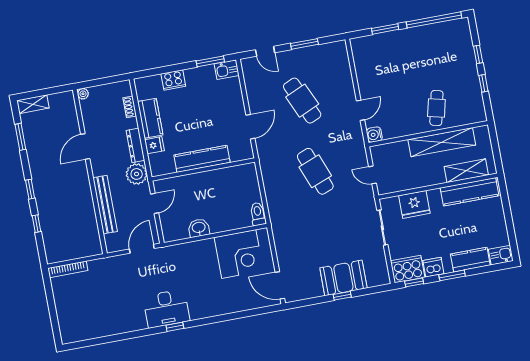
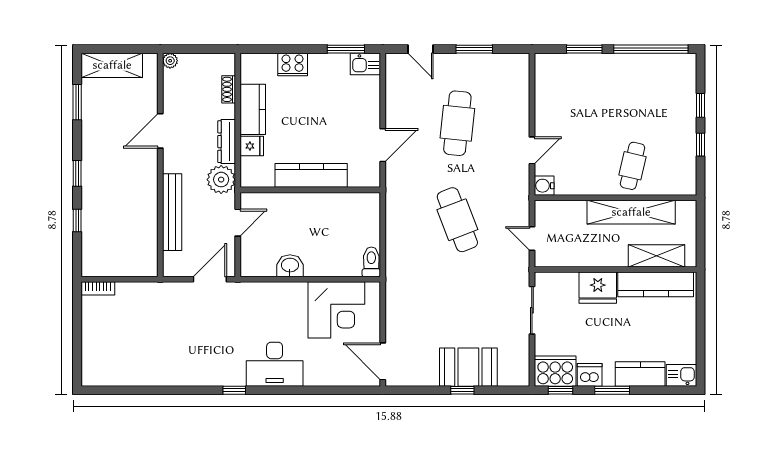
cafe table: (302, 101) -> (457, 123), turned 30
shelving: (33, 104) -> (112, 65), width x1.50, depth x1.33
fridge: (414, 204) -> (598, 288), moved
bookcase: (68, 269) -> (98, 288), width x0.64
desk: (166, 309) -> (275, 364), moved

